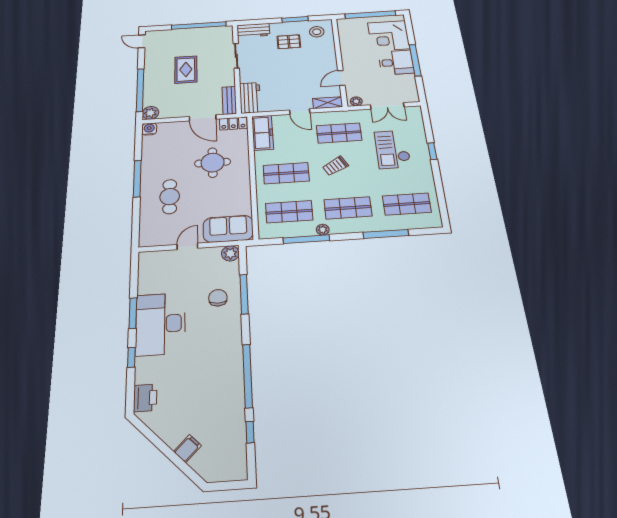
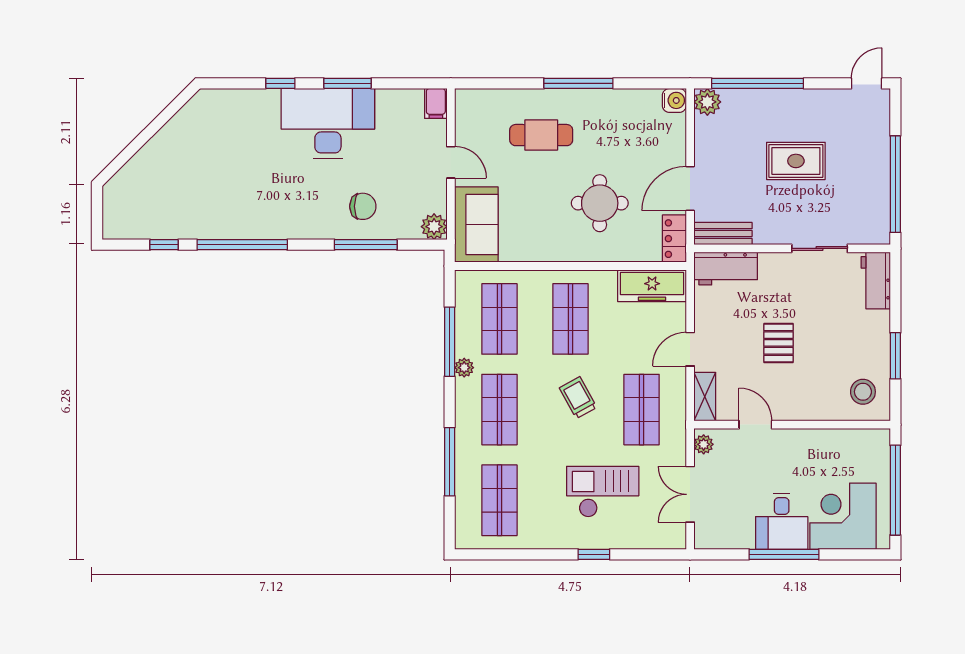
pallet: (289, 42) -> (779, 343), moved
printer: (145, 398) -> (221, 104), removed
filing cabinet: (187, 449) -> (436, 103), moved, turned 45

